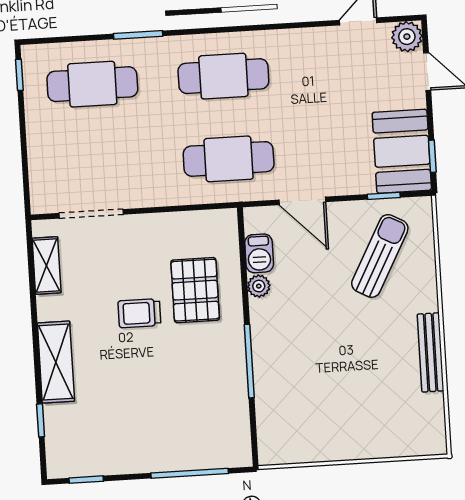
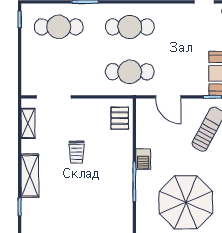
barbecue: (259, 253) -> (143, 159), moved
plant: (259, 286) -> (142, 141), removed
pallet: (195, 290) -> (120, 118), moved, width x0.67, depth x0.71
trolley: (139, 313) -> (77, 152), turned -90
parasol: (347, 393) -> (186, 202), added

